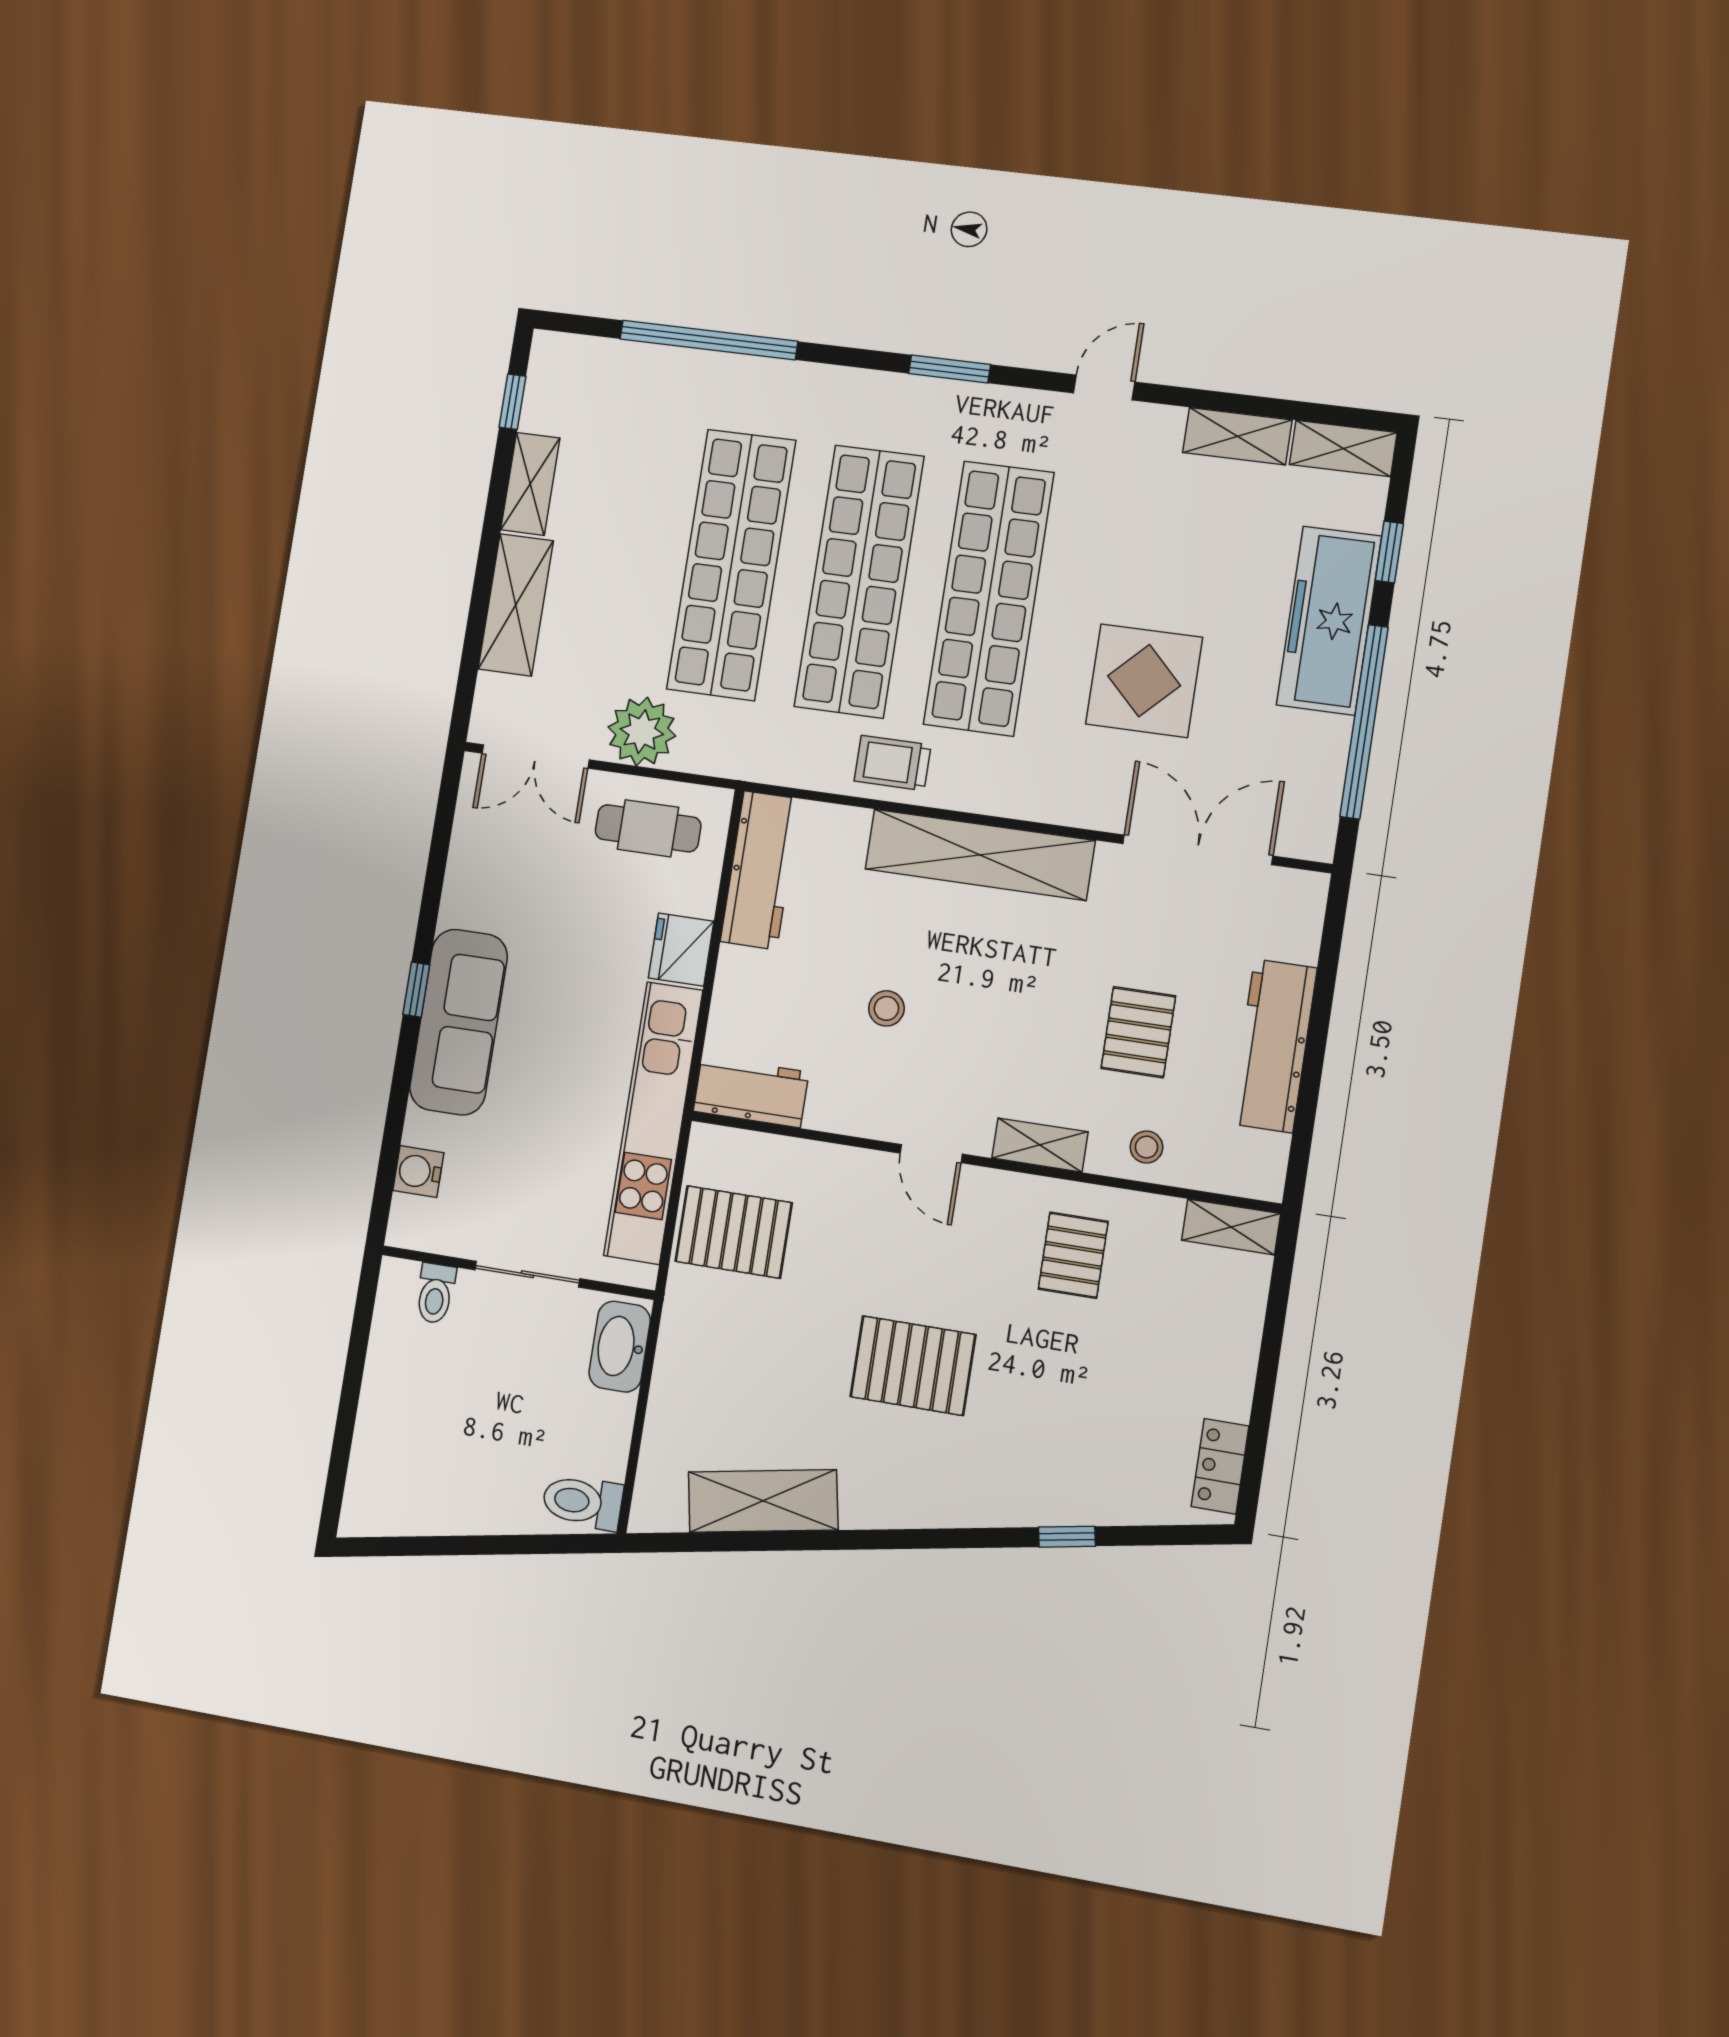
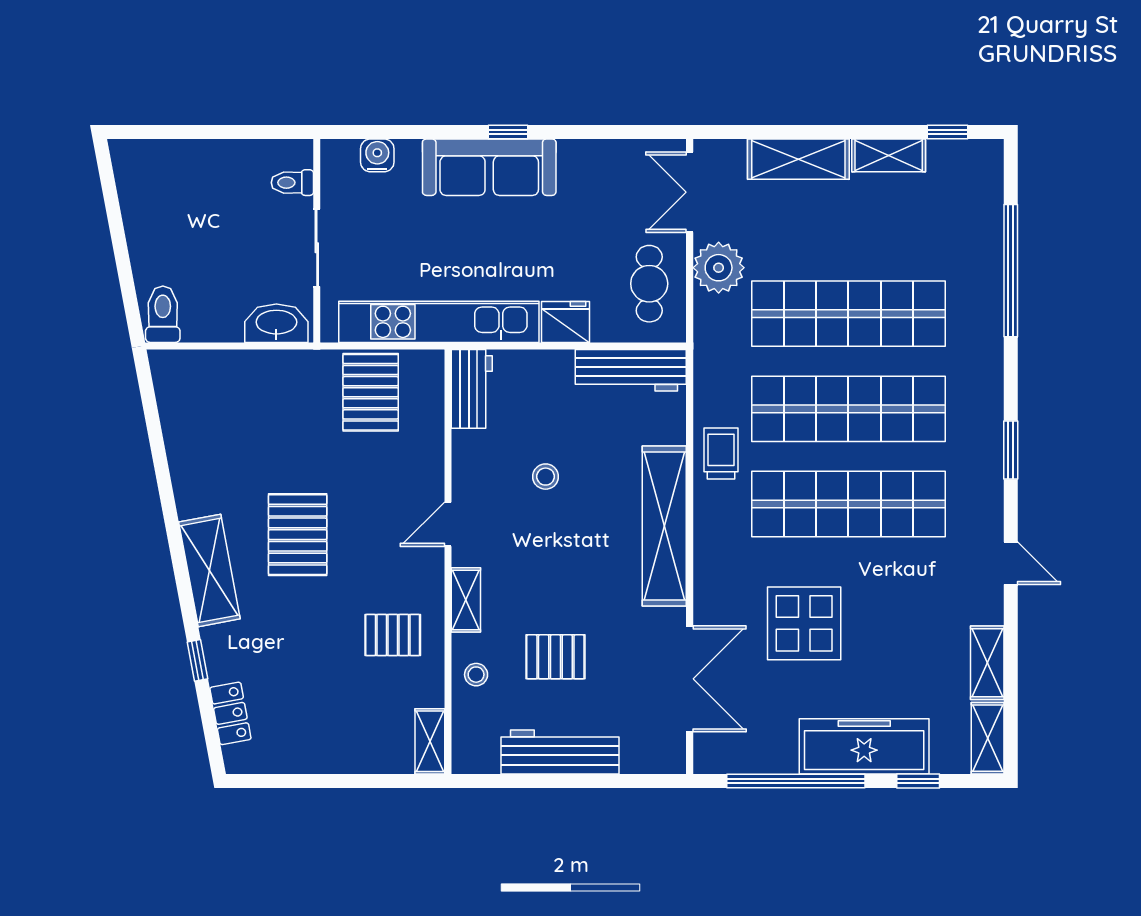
locker: (1220, 1466) -> (230, 713), moved, turned 79
shelving: (763, 1501) -> (209, 570), moved

